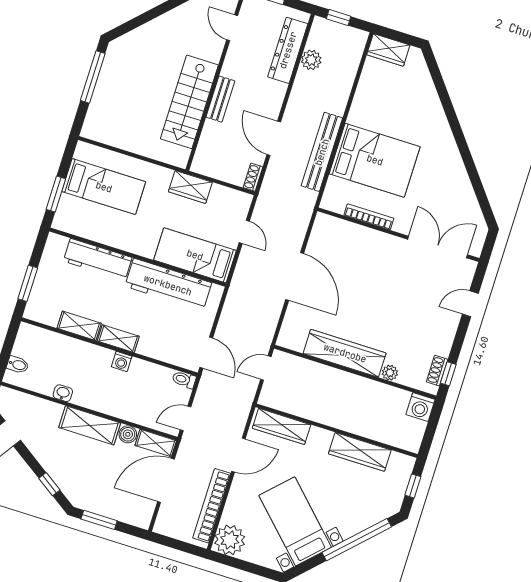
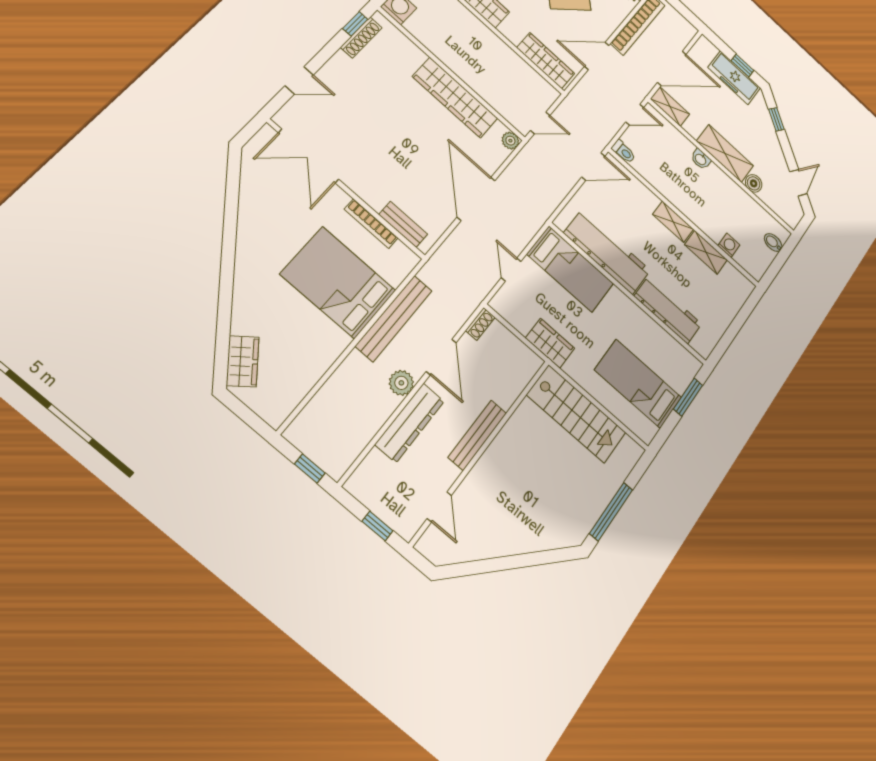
dresser: (288, 50) -> (410, 423), moved
wardrobe: (388, 50) -> (243, 361), moved, turned 52
plant: (311, 60) -> (401, 383), moved
bench: (220, 99) -> (477, 435), width x1.36
stairs: (189, 102) -> (576, 414), moved, turned 90
bench: (344, 228) -> (403, 224), added
window: (28, 283) -> (742, 317), removed
door: (206, 353) -> (593, 167), swing flipped
washing machine: (122, 361) -> (729, 245), moved
shoe rack: (437, 371) -> (361, 38), width x1.43
plant: (390, 373) -> (510, 141), moved
washbasin: (63, 393) -> (701, 159), moved
boiler: (128, 434) -> (754, 183), moved
freezer: (103, 503) -> (734, 78), added
window: (99, 520) -> (742, 65), width x0.67

